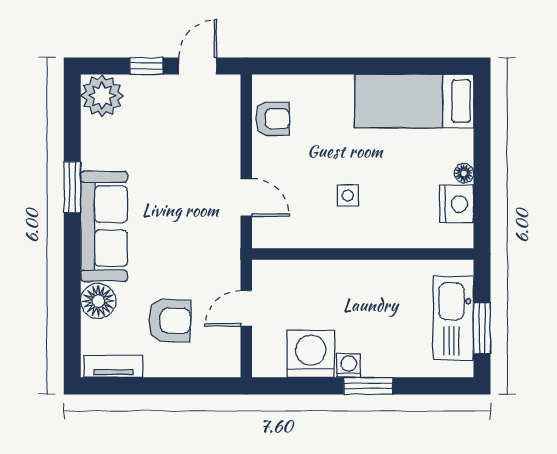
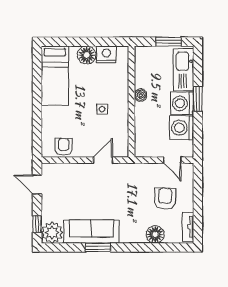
window: (146, 66) -> (37, 224), moved
floor lamp: (464, 173) -> (87, 55), width x1.89, depth x1.89
sofa: (104, 226) -> (91, 232), moved
boiler: (376, 272) -> (141, 95), added
door: (246, 308) -> (172, 160), moved
kitchen sink: (453, 318) -> (183, 70), moved, turned 90
washing machine: (349, 365) -> (182, 103), width x1.89, depth x1.89

